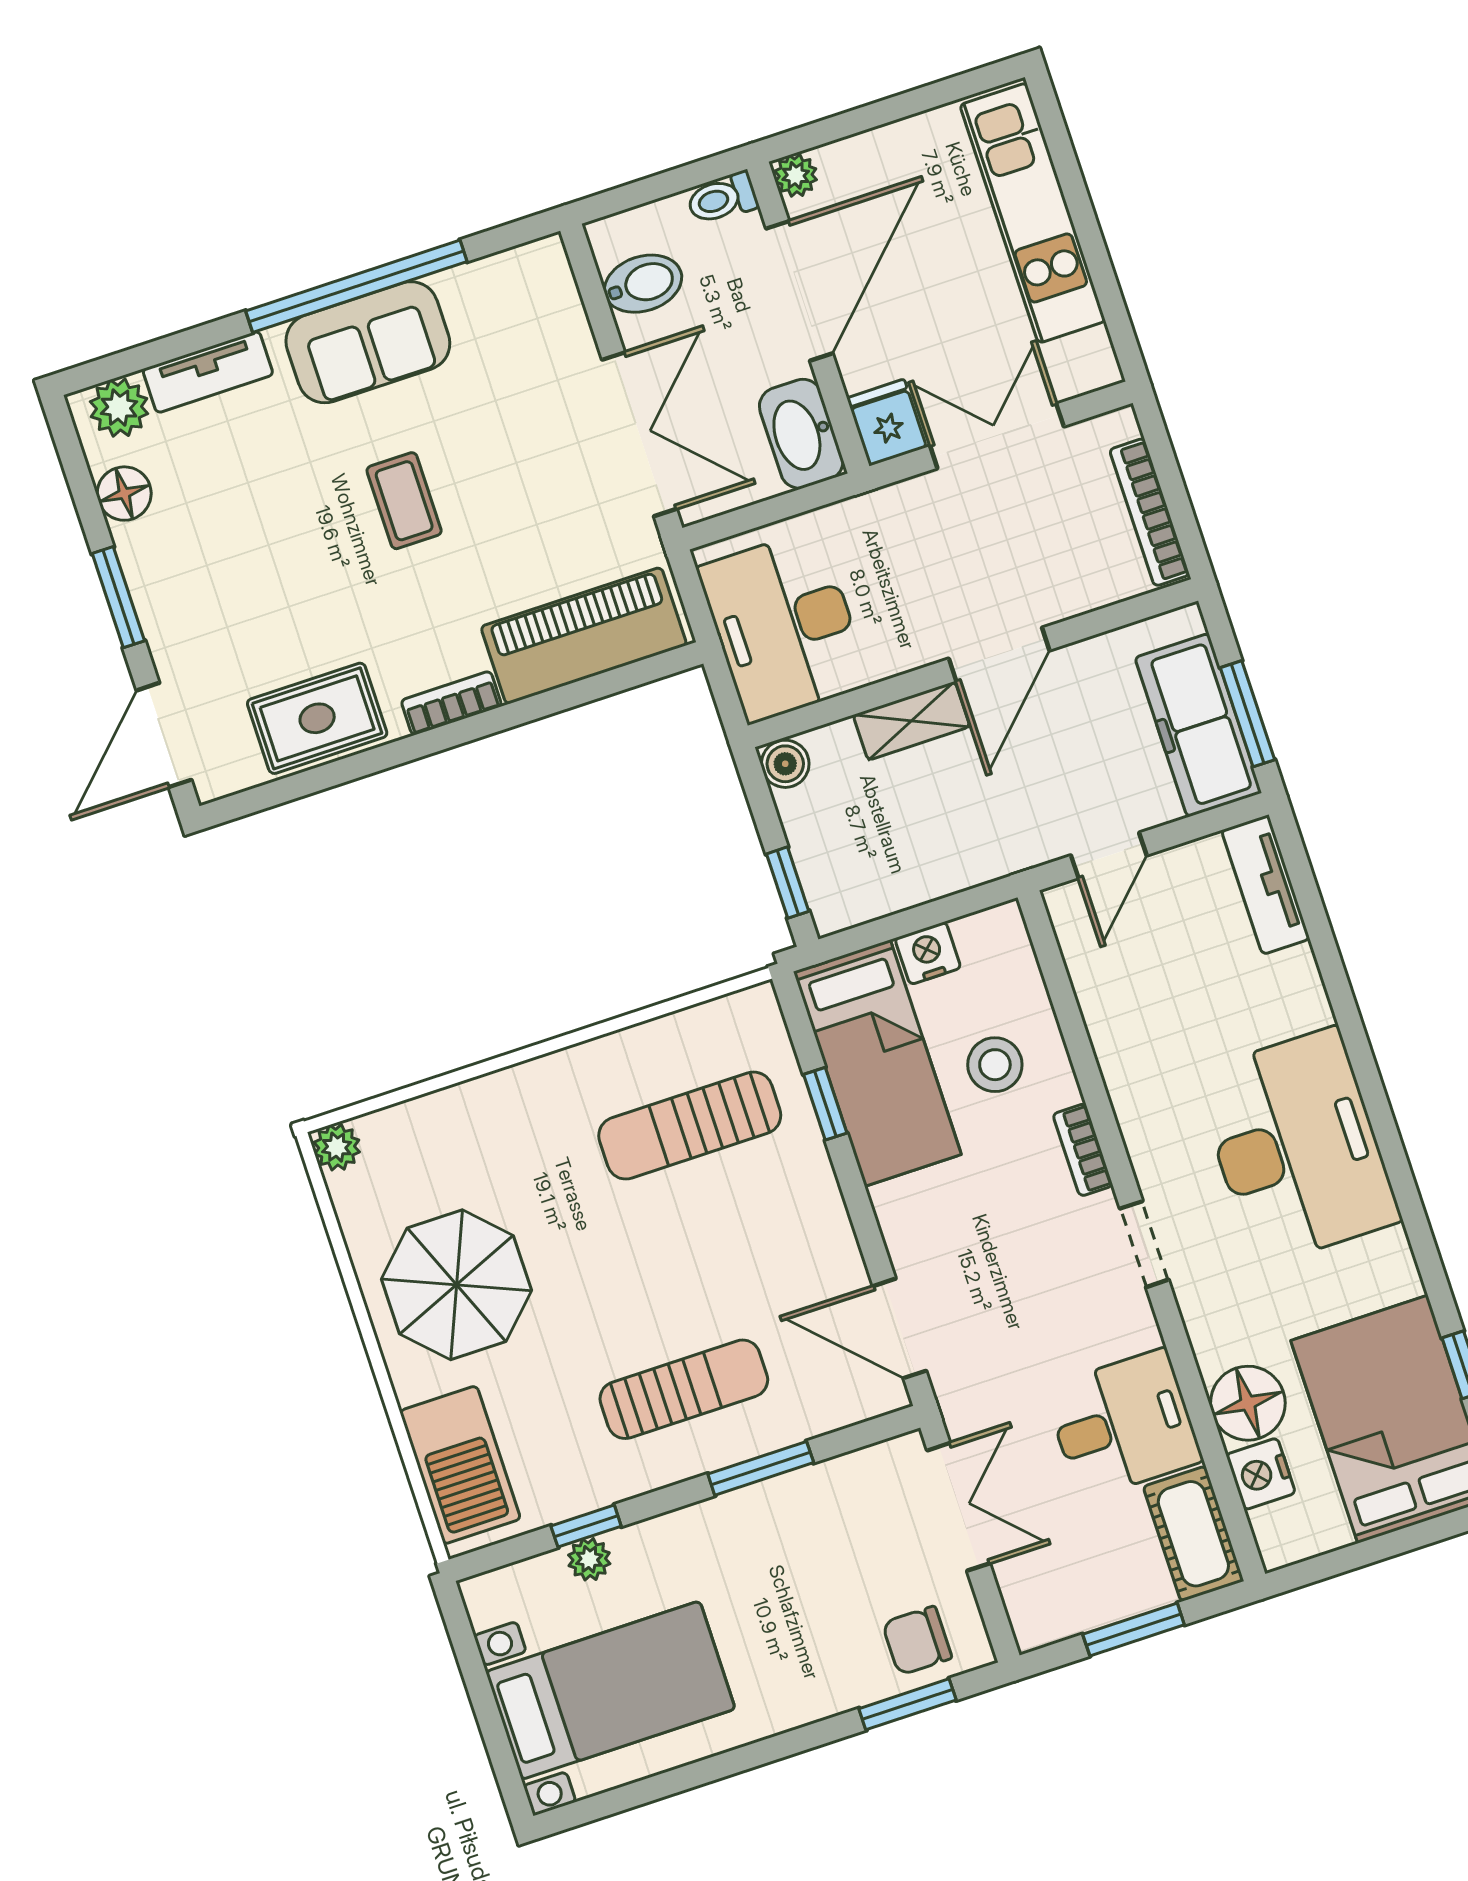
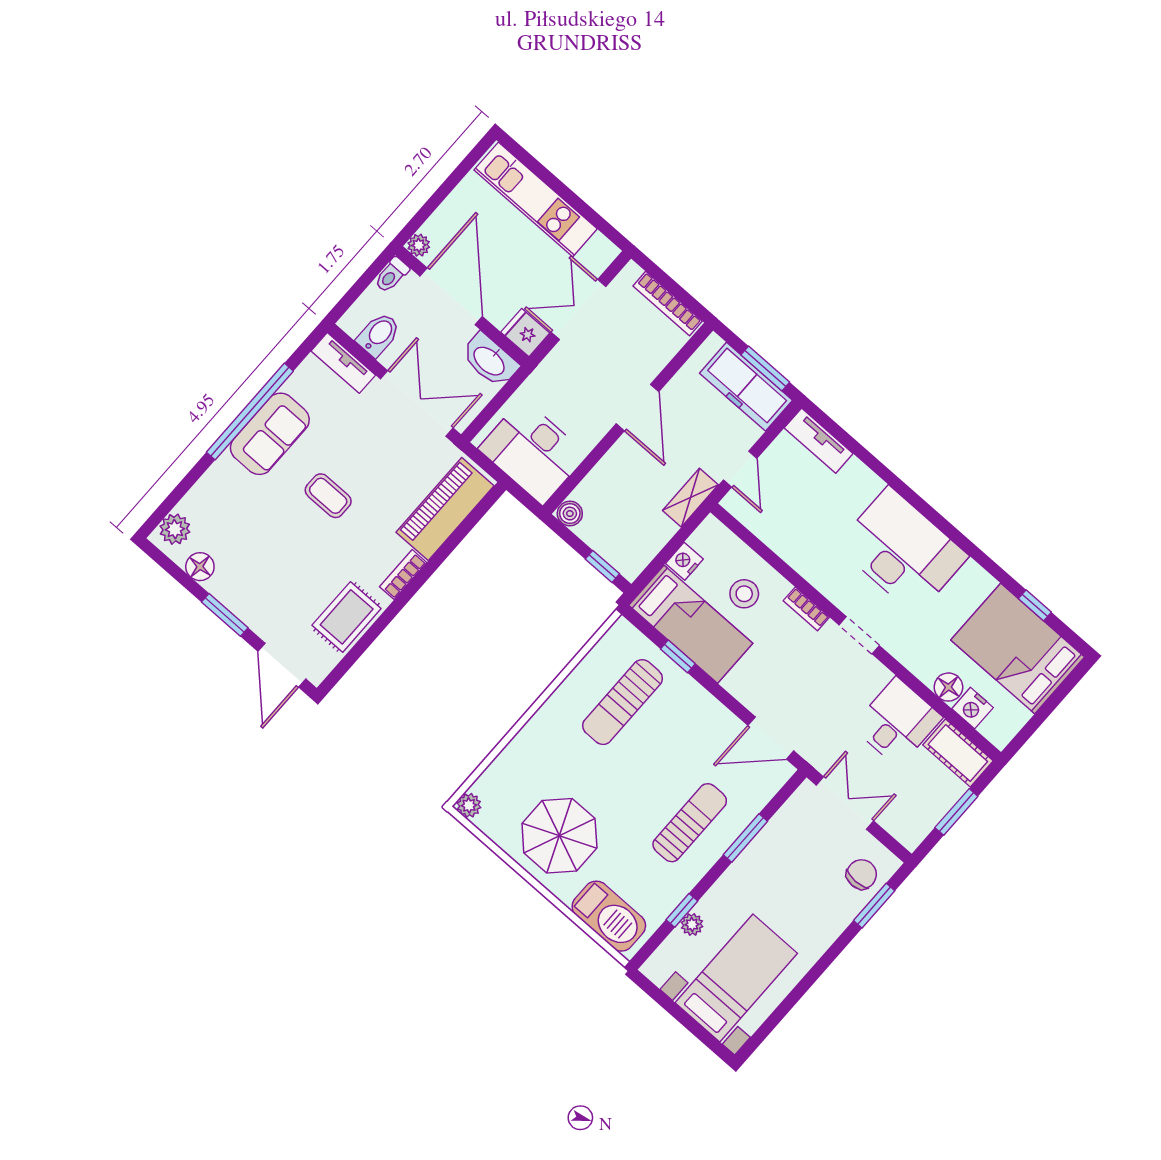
tv unit: (208, 372) -> (343, 363), moved, turned 90
shelving: (911, 721) -> (690, 498), moved
floor lamp: (1248, 1403) -> (948, 687), width x0.73, depth x0.73
chair: (917, 1641) -> (862, 874), turned 180

